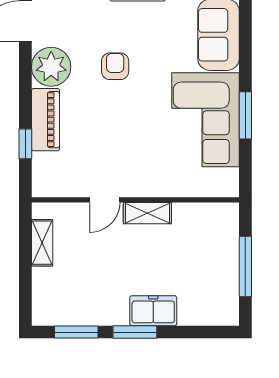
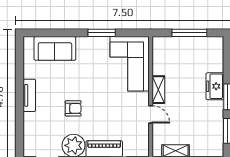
armchair: (115, 66) -> (73, 108), turned 180
corner sofa: (206, 120) -> (130, 64), moved, turned 90

